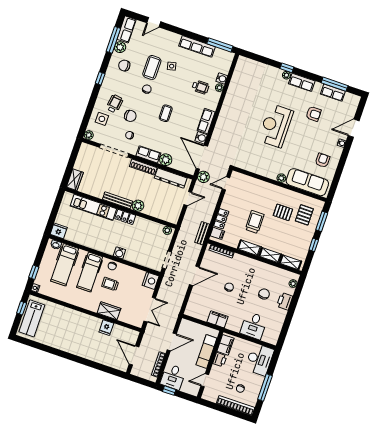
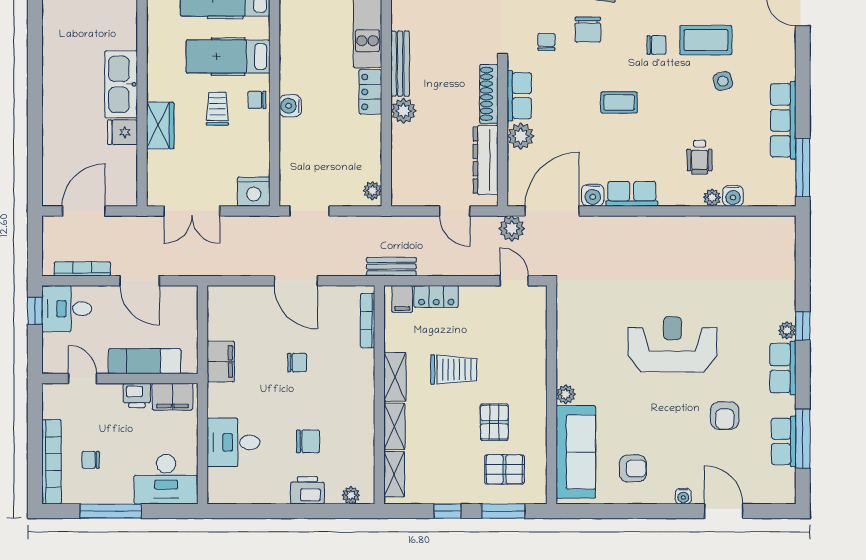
kitchen sink: (86, 321) -> (121, 84), added

